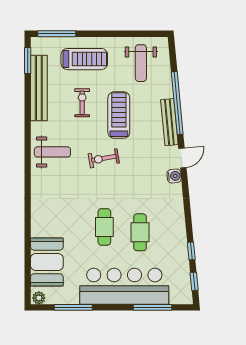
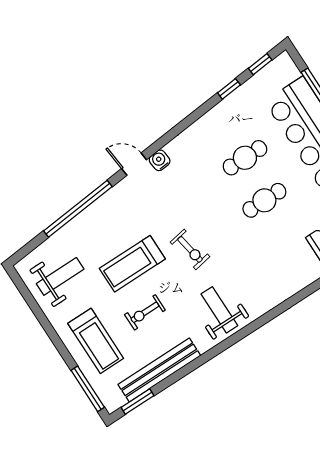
treadmill: (84, 59) -> (96, 341), turned 180
bench: (169, 122) -> (104, 204), removed

